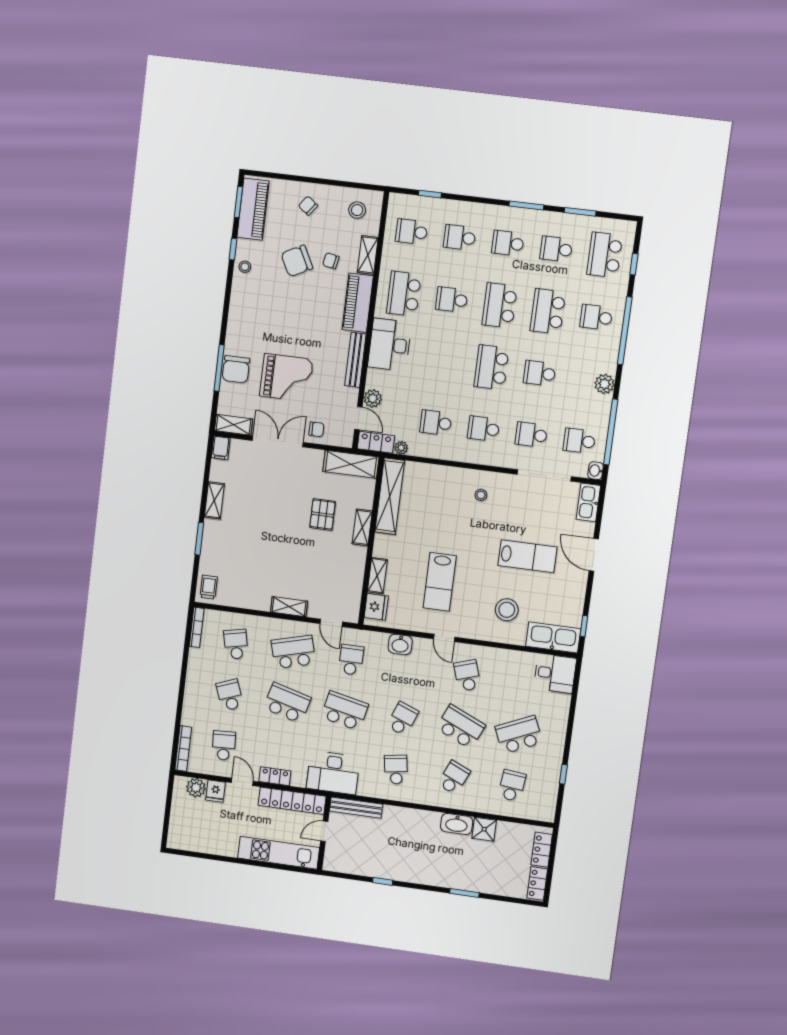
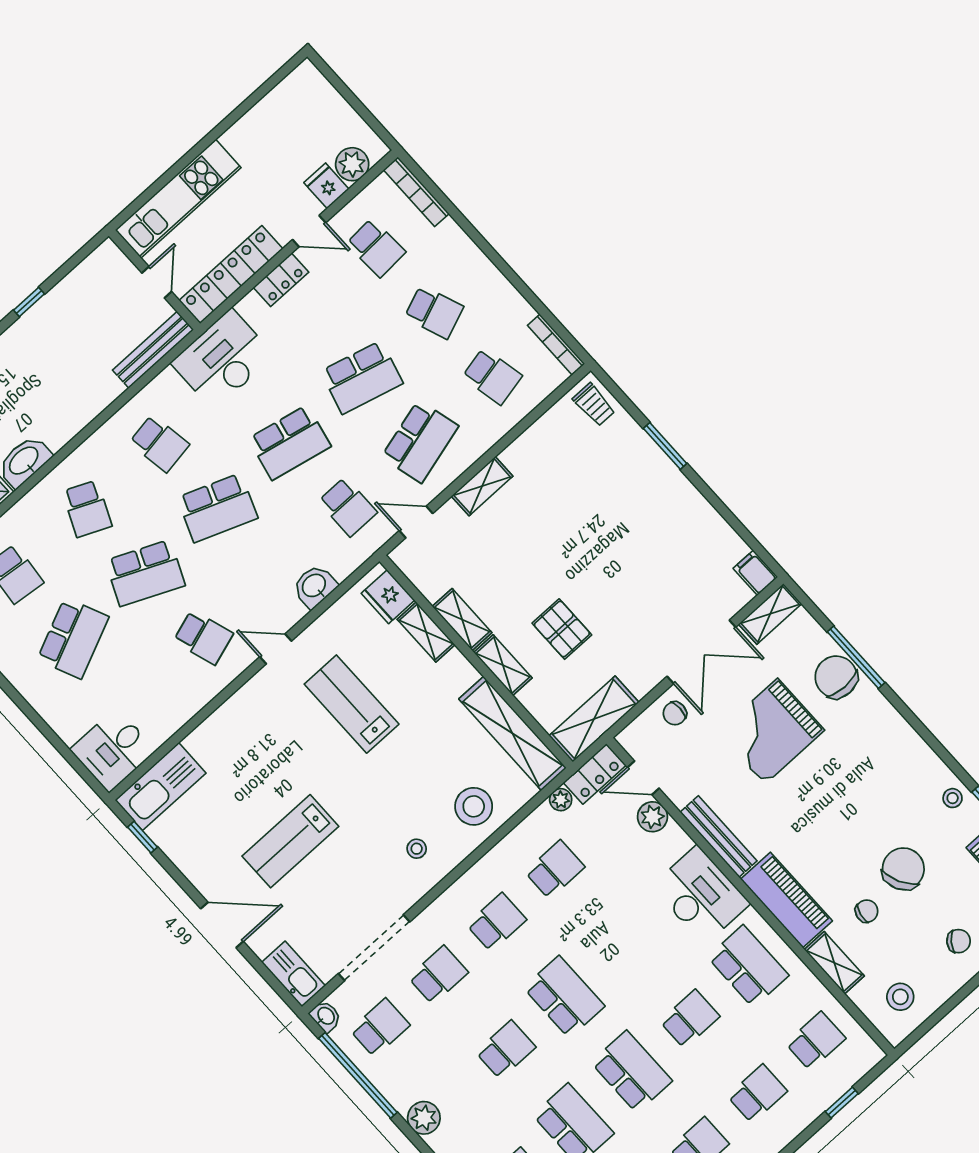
shelving: (214, 500) -> (462, 620), moved
stool: (507, 610) -> (474, 806), moved
school desk: (403, 719) -> (217, 508), width x1.85

